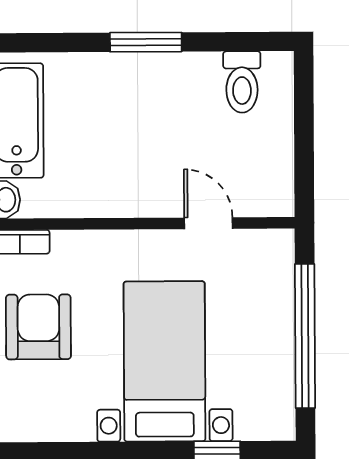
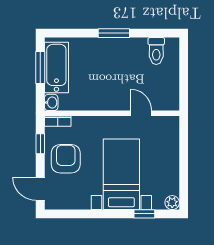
window: (305, 336) -> (184, 163), removed
plant: (280, 425) -> (172, 203), added

